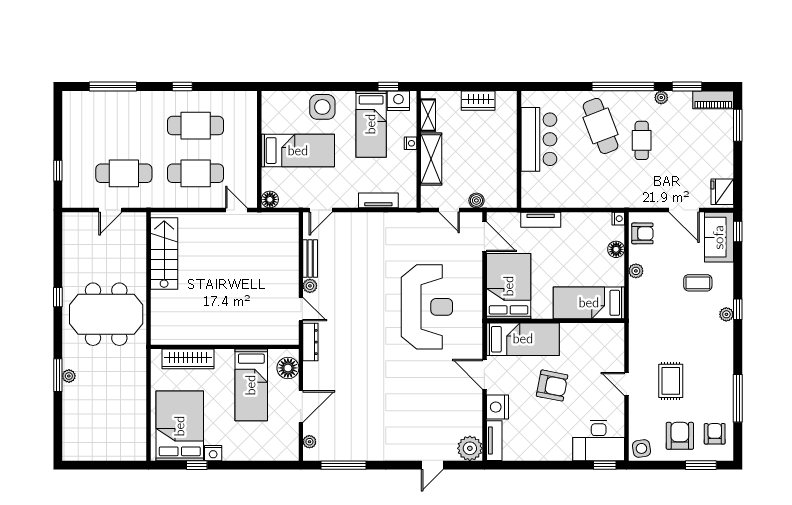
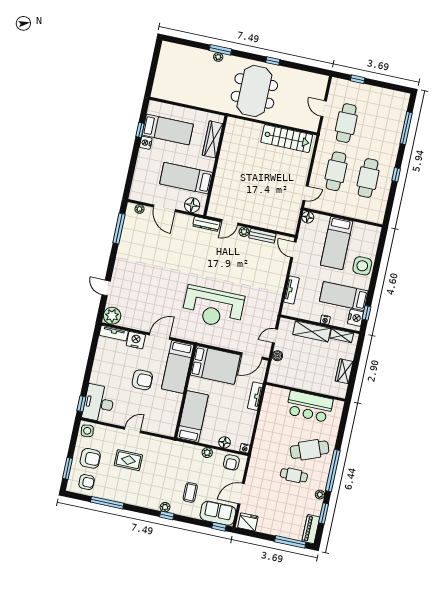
window: (738, 125) -> (290, 542), width x1.44
armchair: (552, 386) -> (142, 380), turned -101
bed: (180, 426) -> (168, 130), width x0.67

